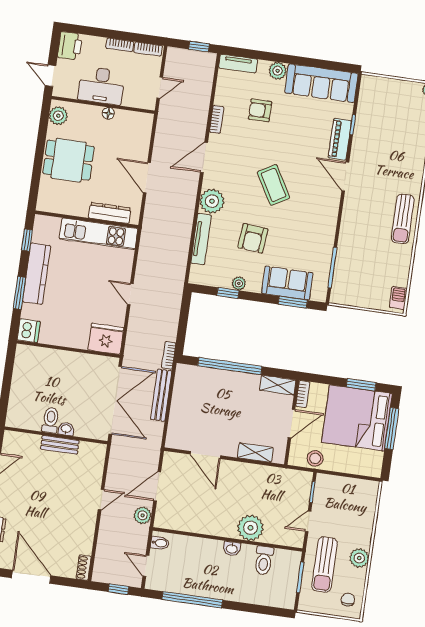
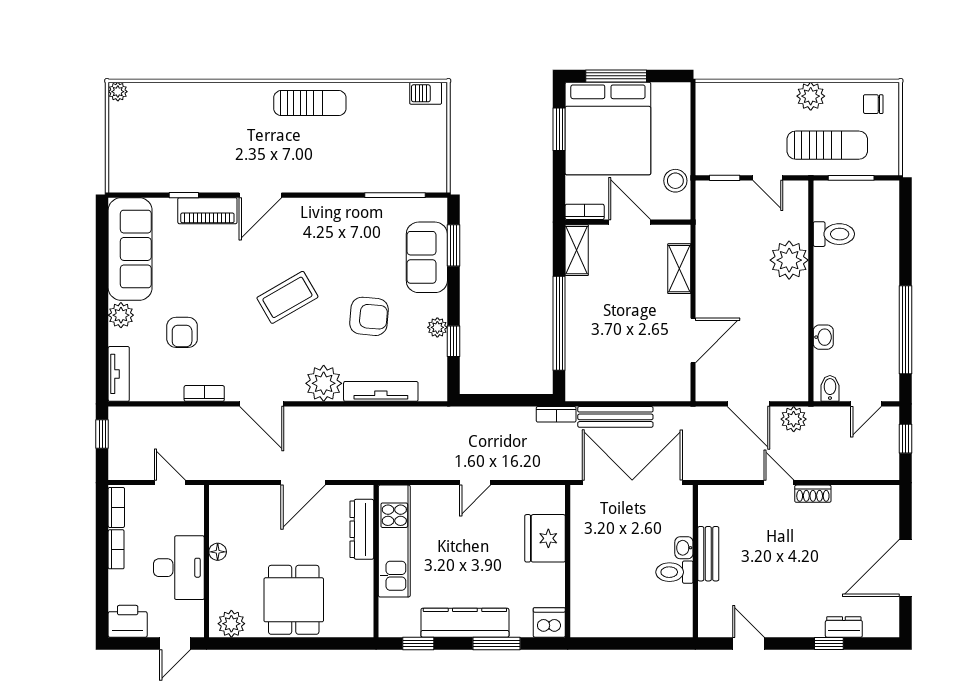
fridge: (106, 339) -> (545, 538), moved
washbasin: (232, 549) -> (823, 337), moved
shoe rack: (84, 568) -> (813, 494), moved

